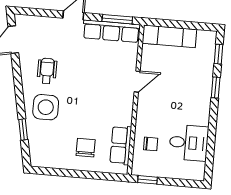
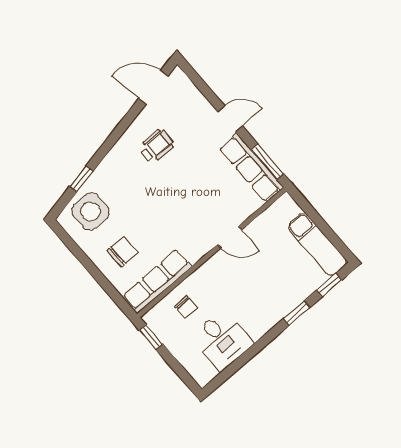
exam couch: (169, 36) -> (317, 244), moved
side table: (46, 107) -> (90, 211), moved
row of seats: (121, 145) -> (157, 281), width x1.48

